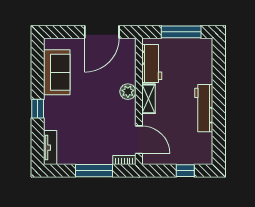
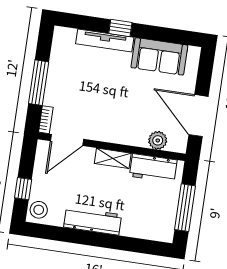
plant: (128, 92) -> (158, 140), moved
tv unit: (50, 148) -> (105, 41), moved, width x1.41
stool: (201, 155) -> (39, 210), added

